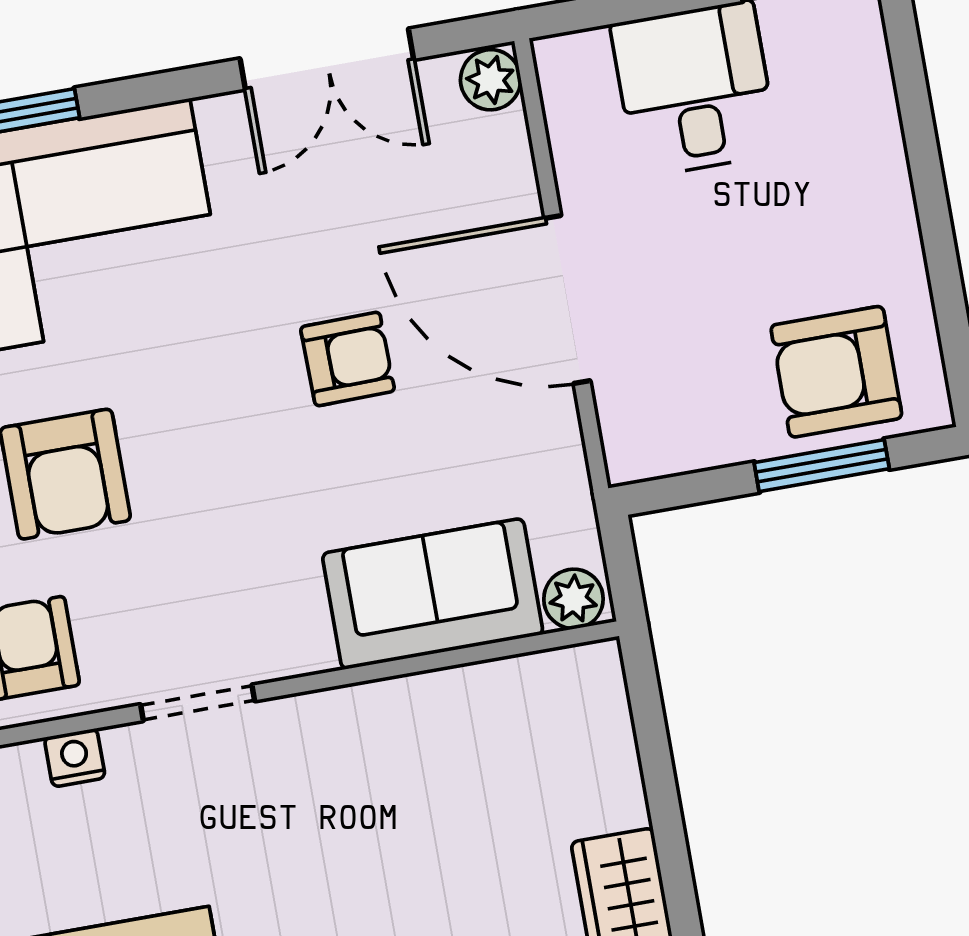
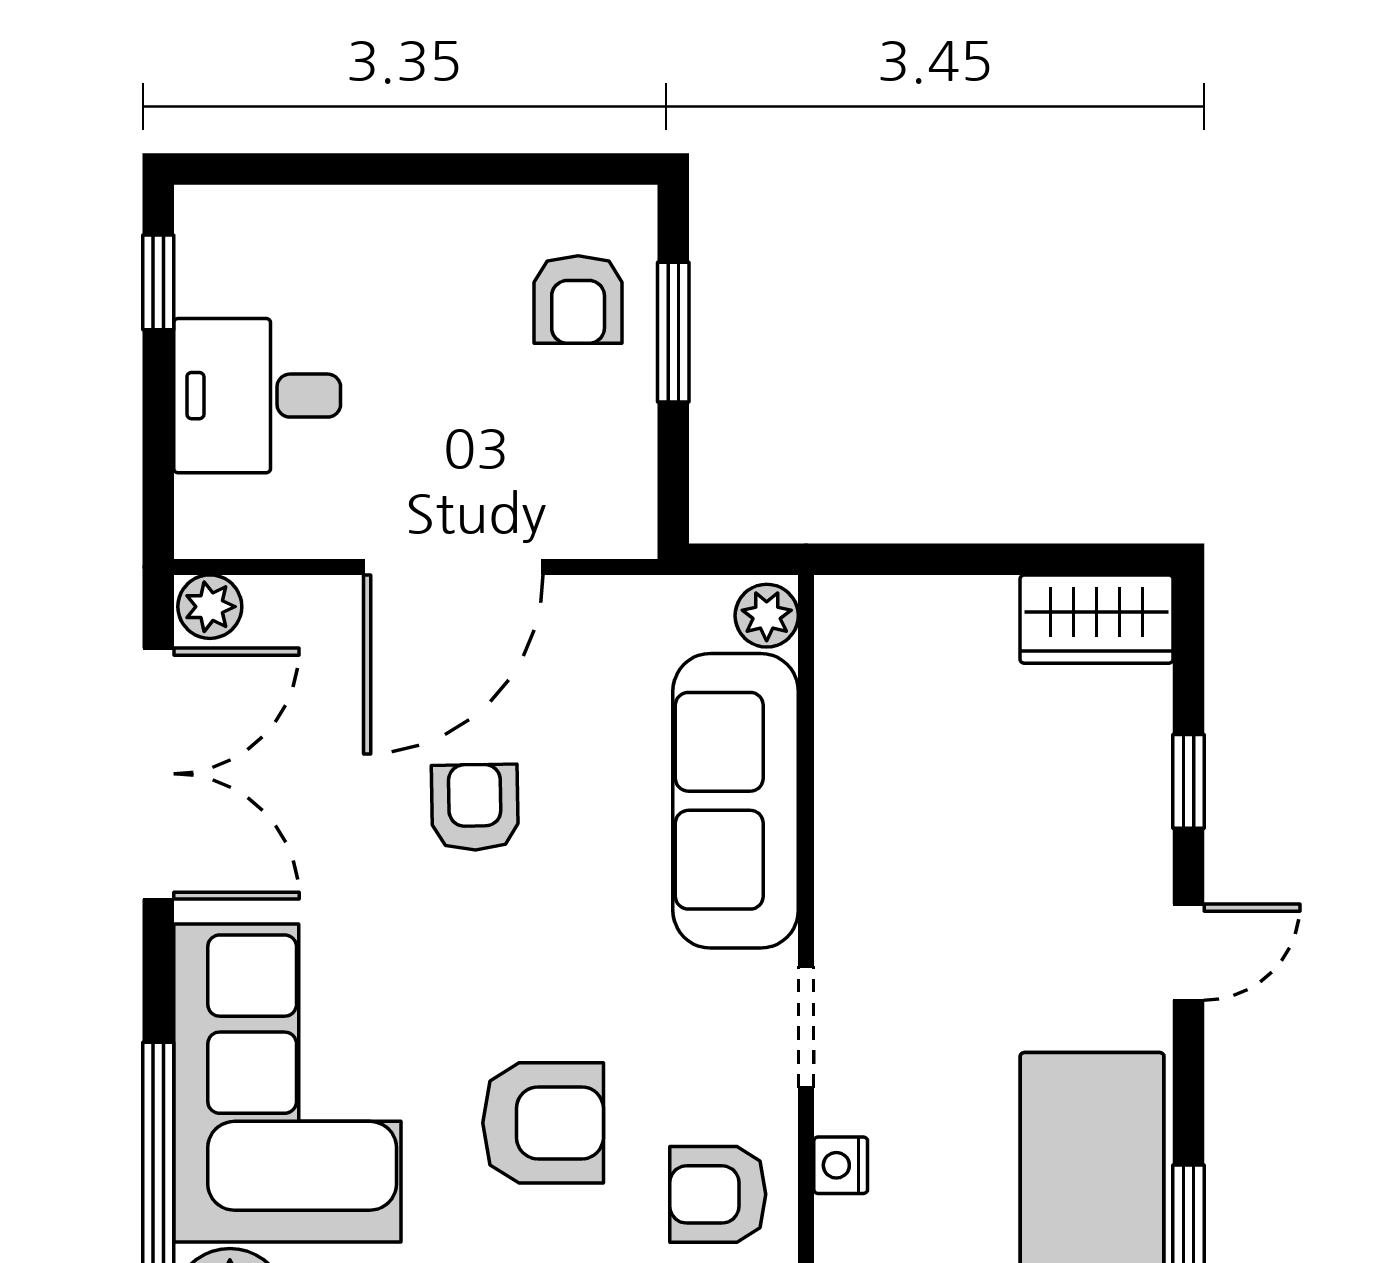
double door: (327, 59) -> (158, 774), width x1.37
armchair: (836, 372) -> (578, 300), width x0.72, depth x0.72
sofa: (433, 594) -> (736, 801), width x1.36

